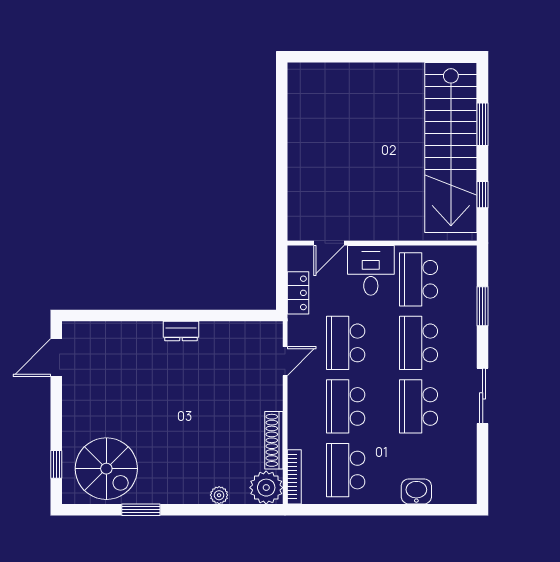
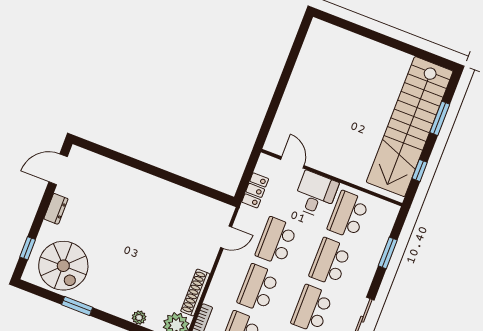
door: (329, 243) -> (292, 162), swing flipped
dresser: (181, 331) -> (56, 209), moved, turned -90

